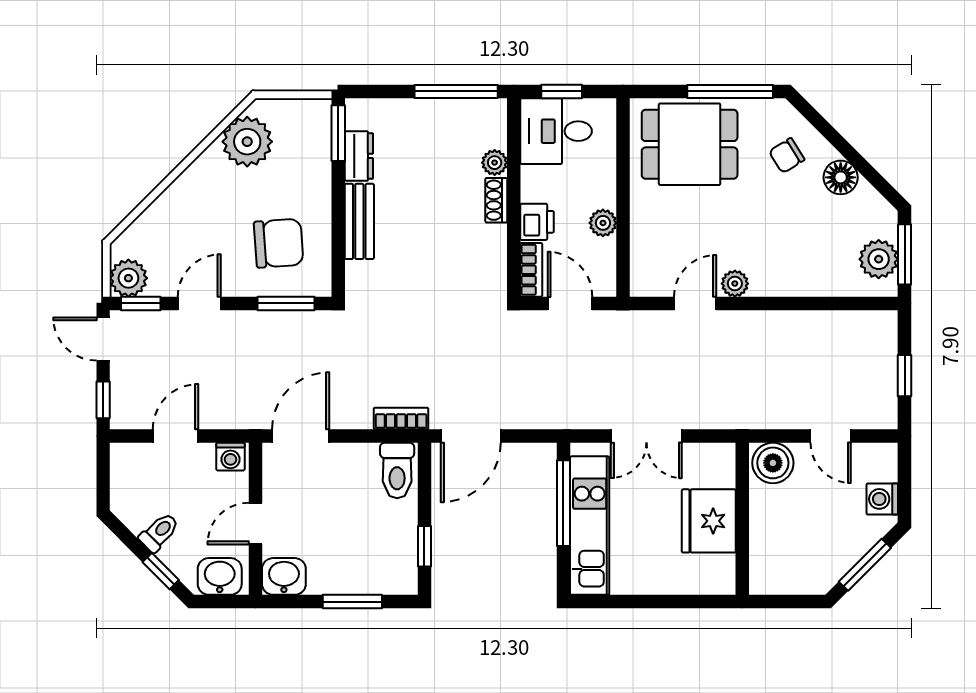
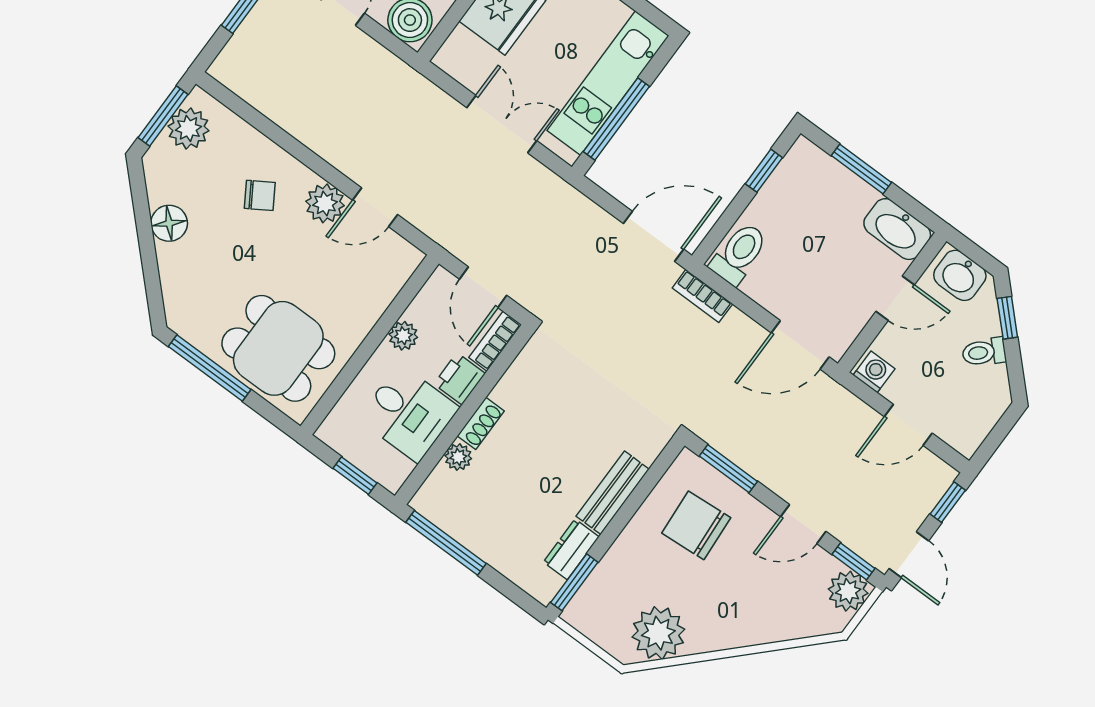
desk: (556, 131) -> (409, 413), moved
chair: (787, 156) -> (260, 195), moved
plant: (735, 284) -> (325, 203), width x1.38, depth x1.38
washbasin: (284, 576) -> (897, 229), width x1.38

